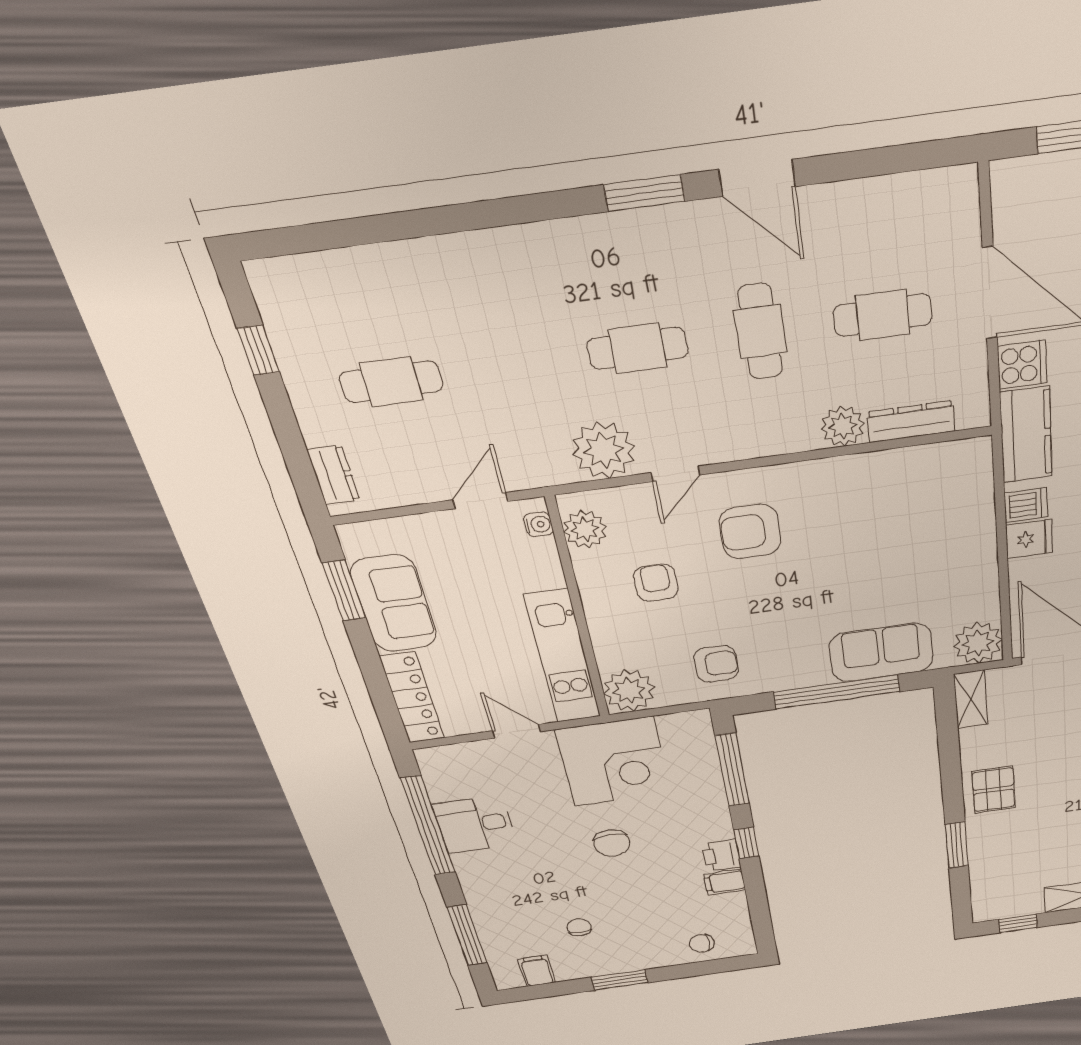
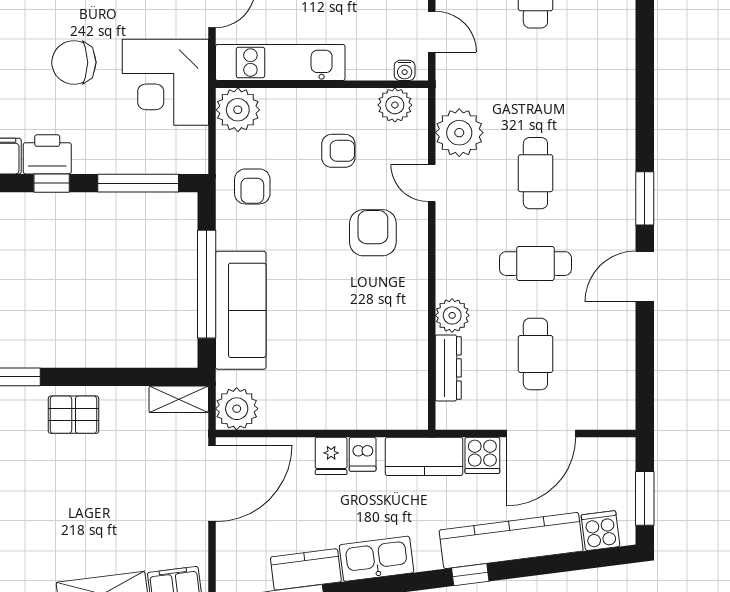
sofa: (881, 652) -> (241, 310), width x1.36
chair: (612, 843) -> (74, 62), width x1.37, depth x1.37
printer: (721, 855) -> (47, 154), width x1.36, depth x1.24

